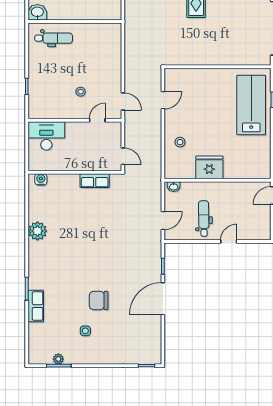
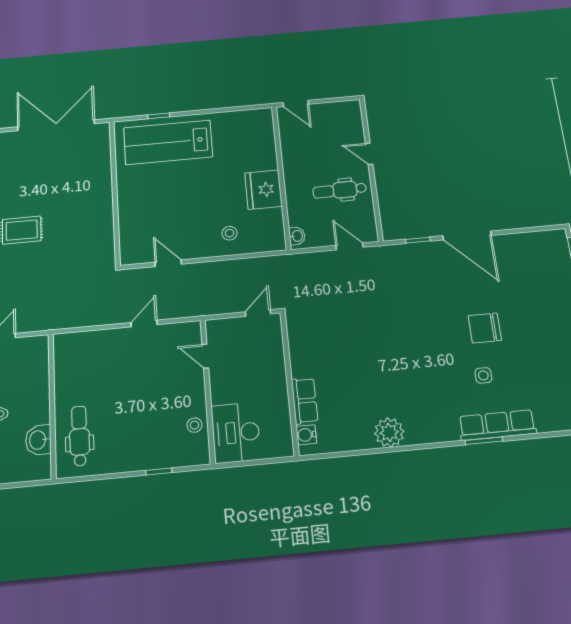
washbasin: (37, 12) -> (38, 440), moved
stool: (81, 92) -> (194, 425), moved
door: (123, 101) -> (144, 324), moved
row of seats: (95, 181) -> (305, 401), moved
chair: (99, 301) -> (485, 328), turned 90
row of seats: (36, 306) -> (497, 425), width x1.48
side table: (85, 331) -> (483, 375), moved

